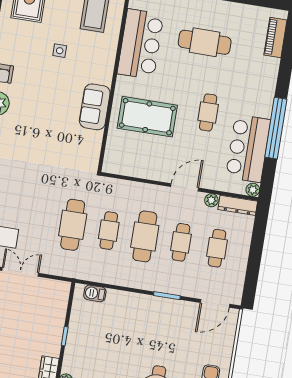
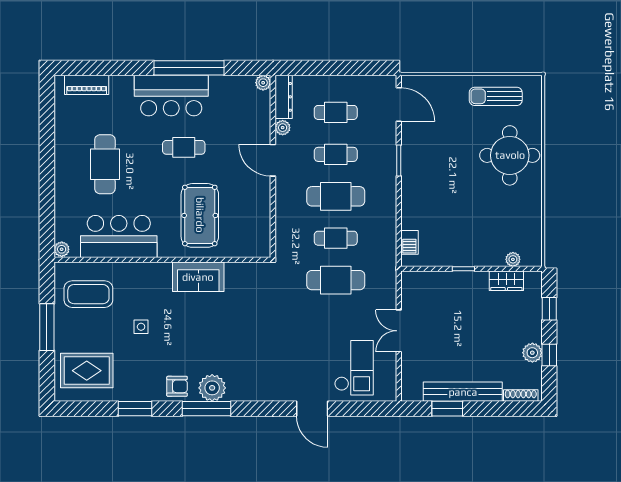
bar counter: (248, 148) -> (171, 96), moved

